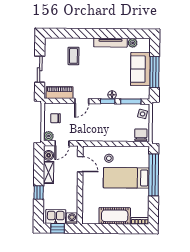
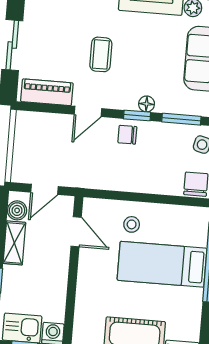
coffee table: (73, 56) -> (101, 54), moved
chair: (56, 118) -> (127, 135), moved
plant: (49, 136) -> (20, 174), removed

